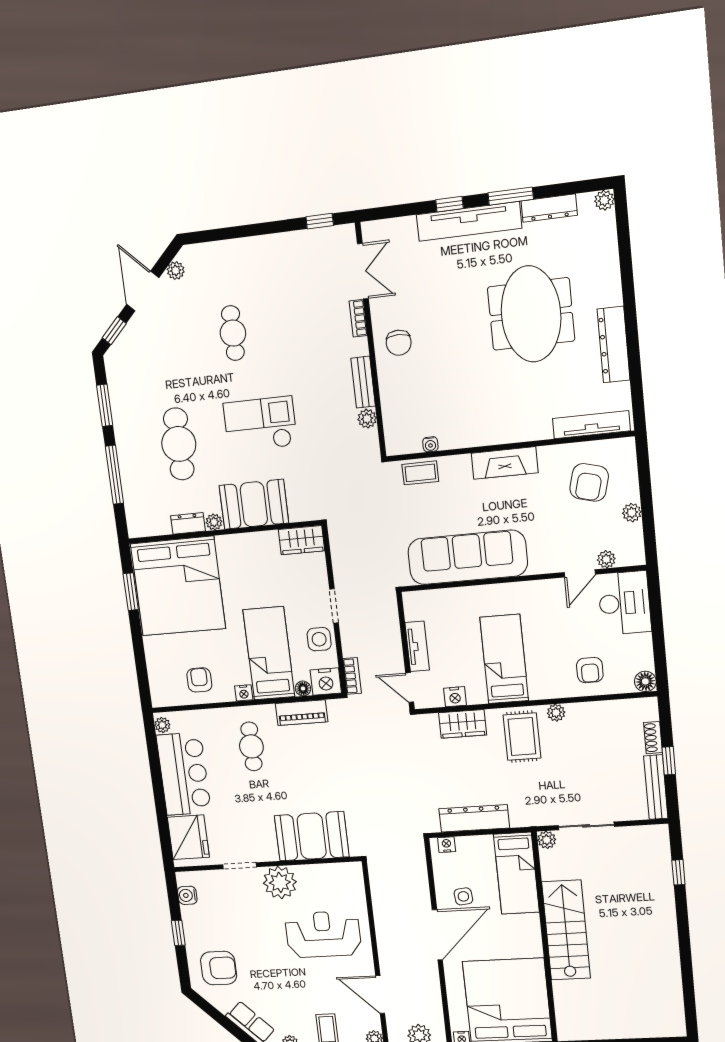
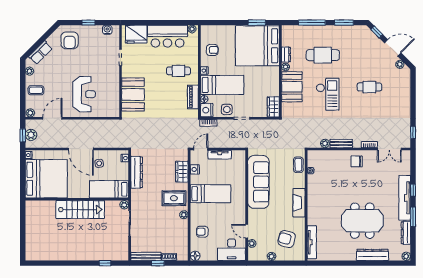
dresser: (614, 345) -> (372, 255), moved
plant: (280, 882) -> (111, 76), removed

